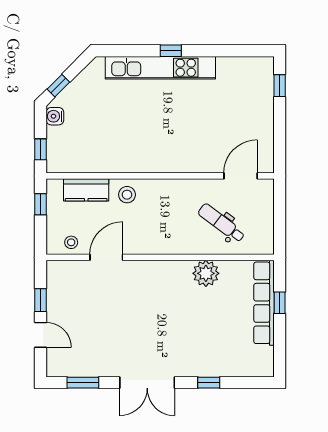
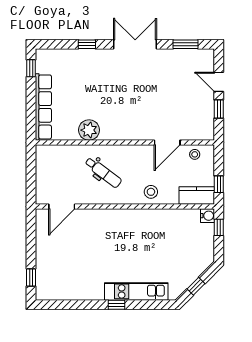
kitchen unit: (160, 68) -> (136, 291), width x0.73
window: (58, 86) -> (196, 286), moved
water cooler: (55, 116) -> (208, 216), moved
kitchen counter: (86, 190) -> (197, 196), moved
dental chair: (221, 223) -> (103, 172), moved
window: (280, 303) -> (31, 68), moved

